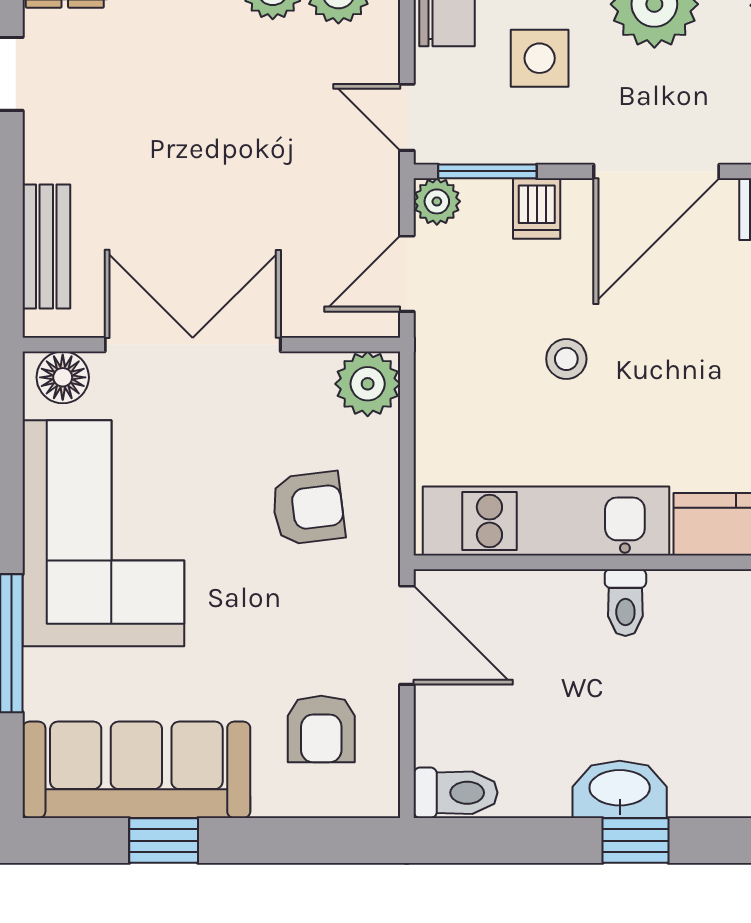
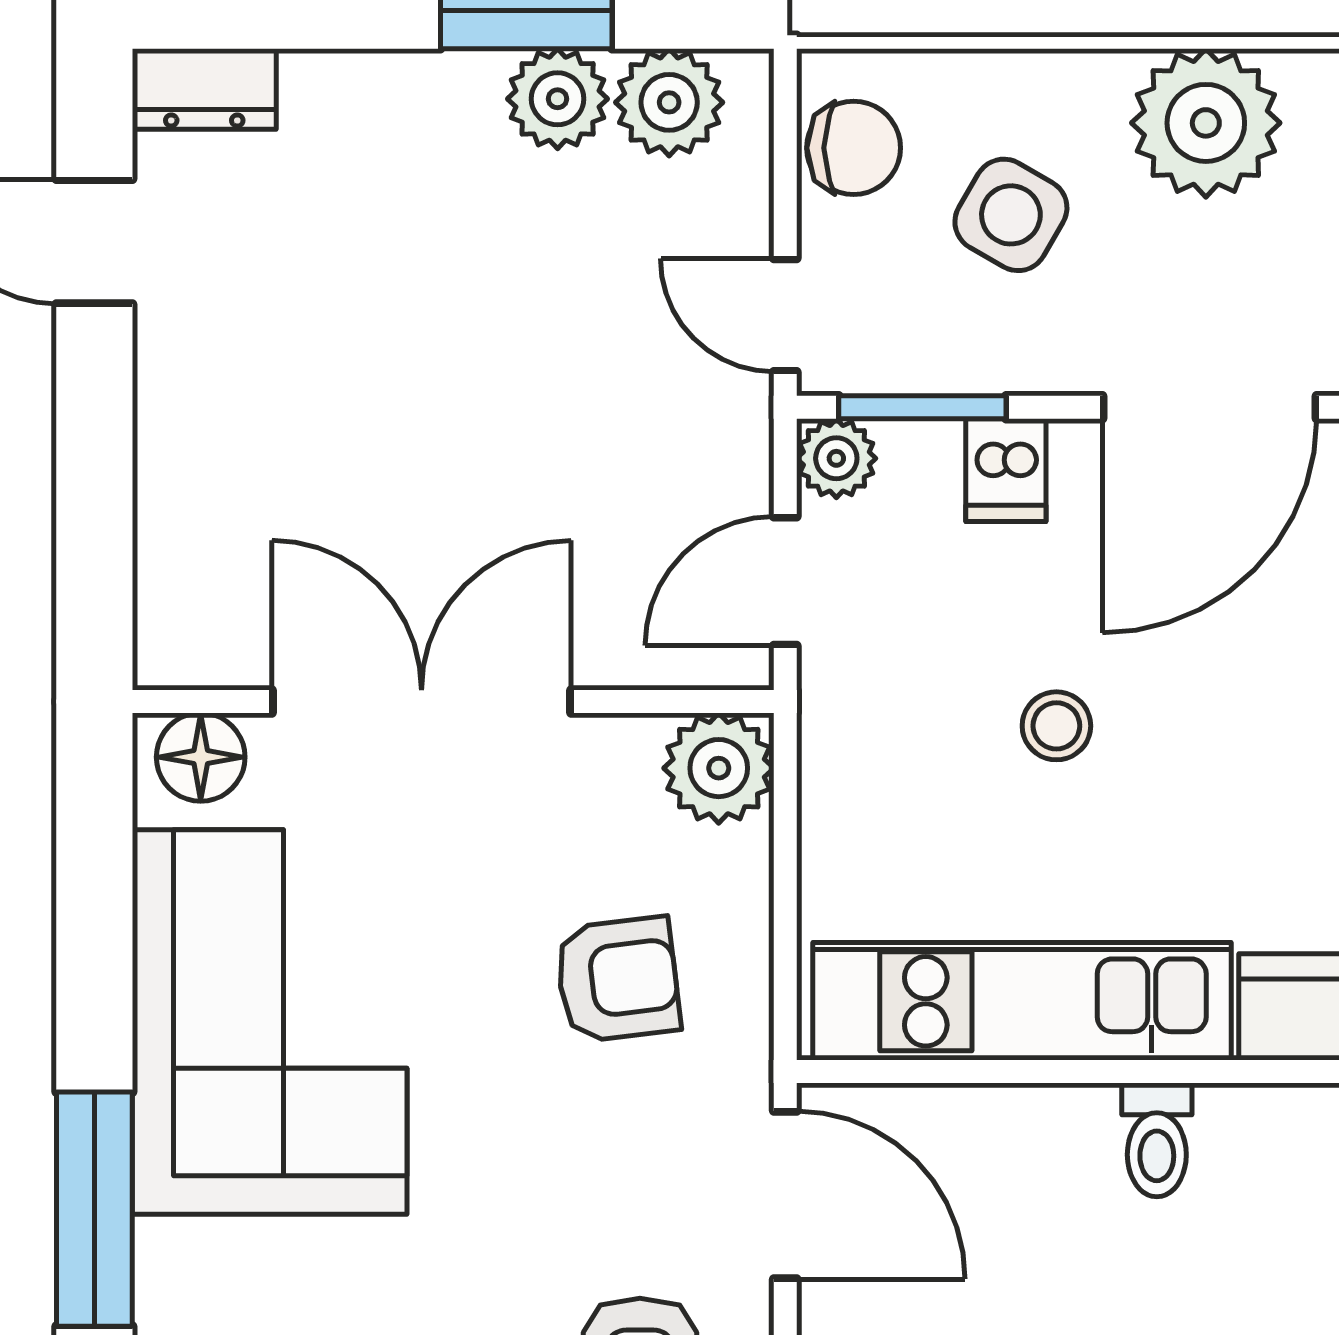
side table: (540, 58) -> (1011, 215), turned 30
bench: (46, 247) -> (173, 535), removed

